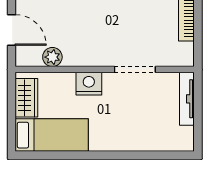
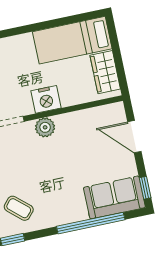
plant: (52, 57) -> (45, 127), moved

